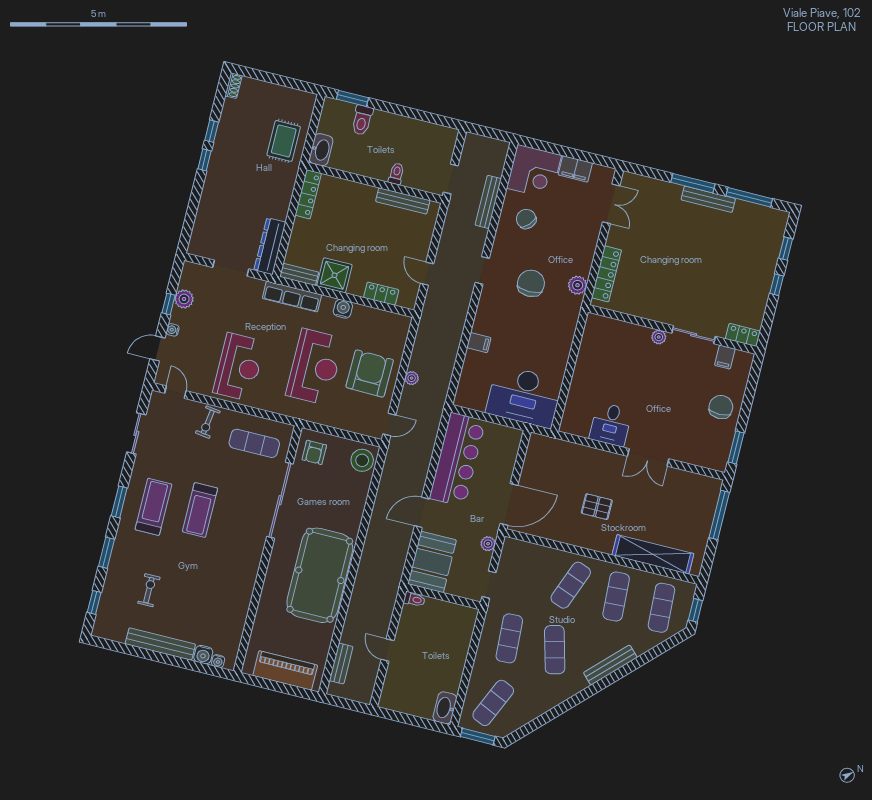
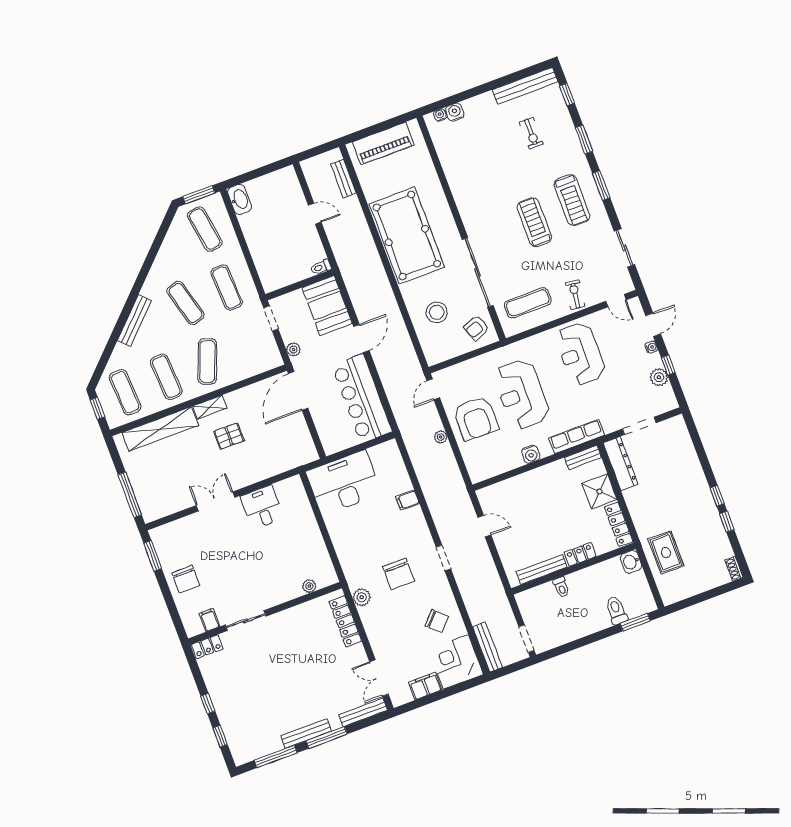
washbasin: (321, 150) -> (631, 562), width x0.72
doorway: (451, 179) -> (526, 639), moved
bench: (646, 183) -> (363, 712), added
bench: (488, 202) -> (487, 647), moved
shower: (334, 275) -> (599, 492), moved
locker: (381, 294) -> (580, 554), moved, turned 180
plant: (659, 337) -> (309, 586), moved
armchair: (314, 452) -> (477, 328), turned -110
stool: (362, 460) -> (437, 312), moved
shelving: (596, 544) -> (210, 407), added
bench: (160, 644) -> (525, 86), moved
exercise mat: (493, 703) -> (205, 229), turned -33

